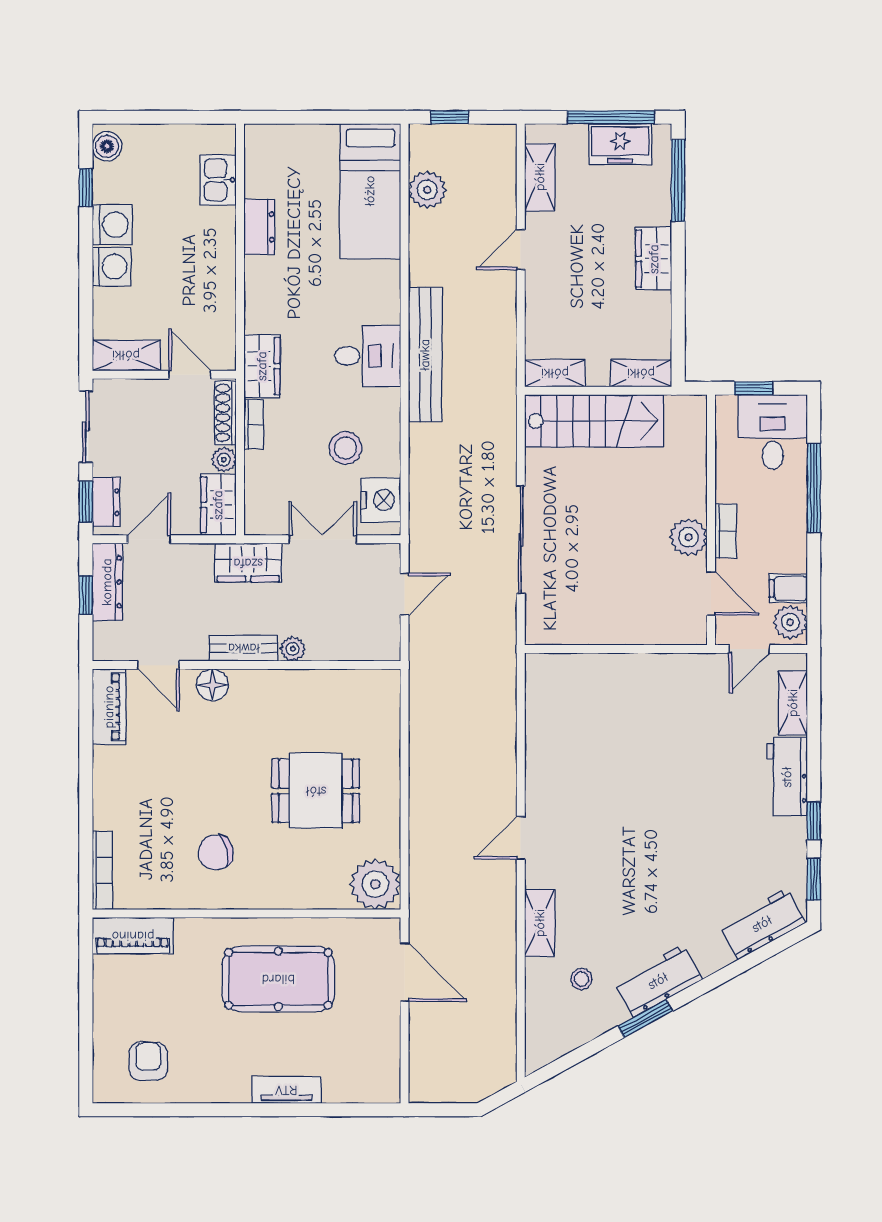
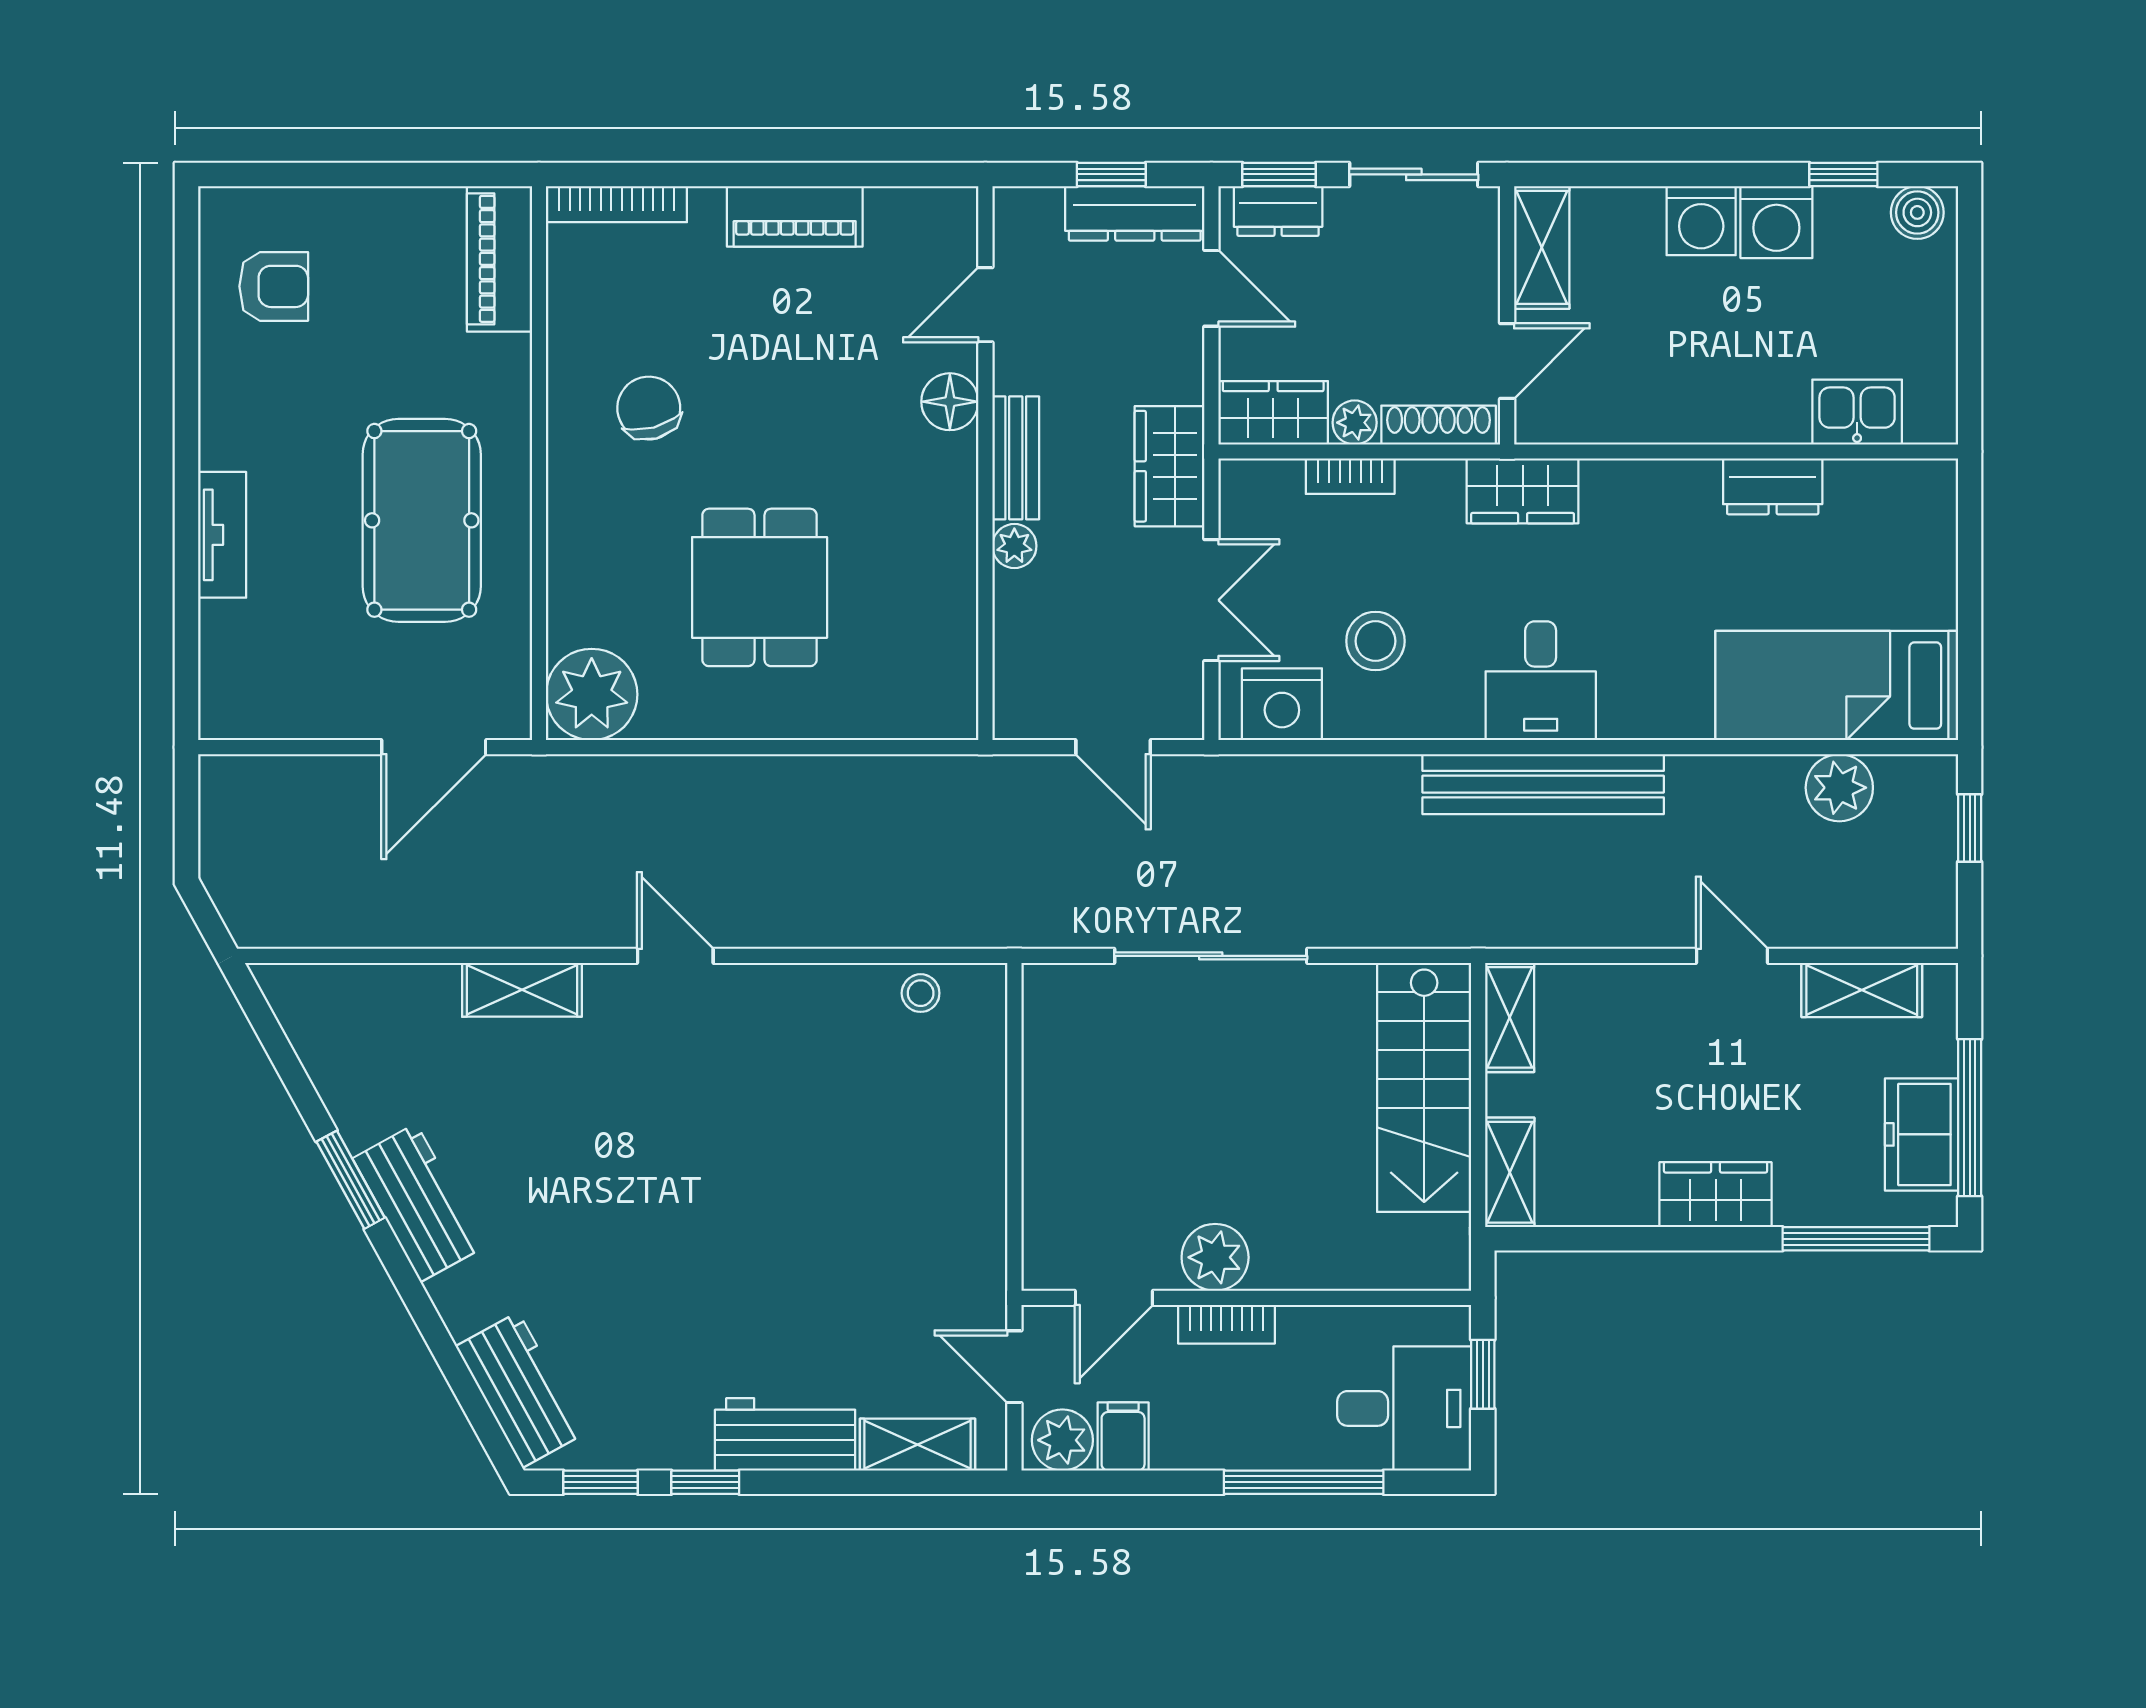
bookcase: (254, 424) -> (1350, 476), moved
piano: (109, 707) -> (795, 216), moved
stool: (581, 979) -> (921, 993), moved

